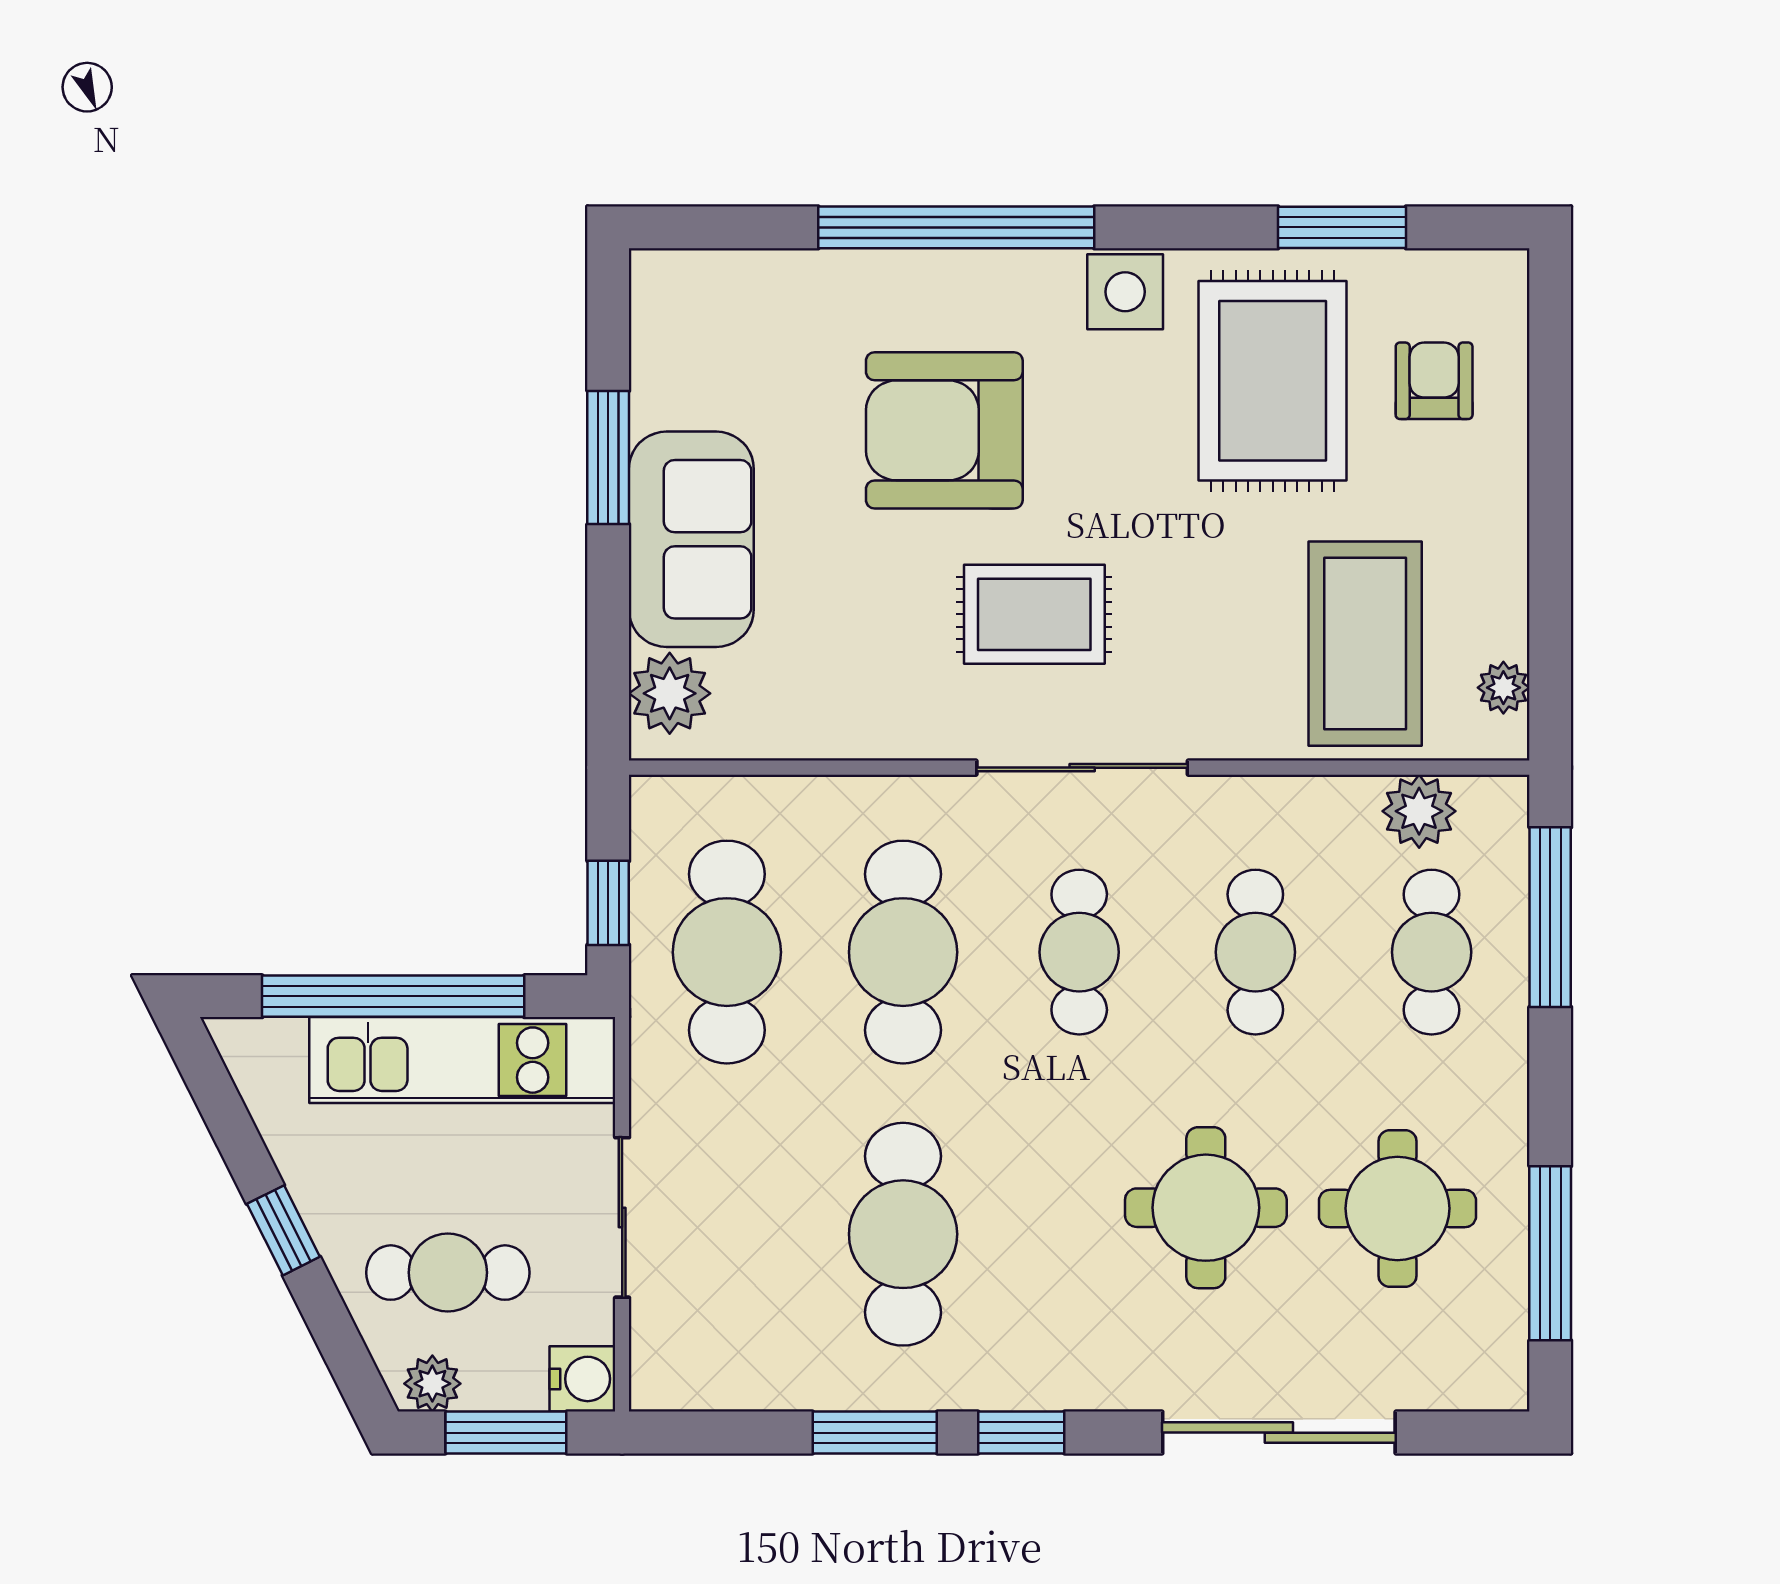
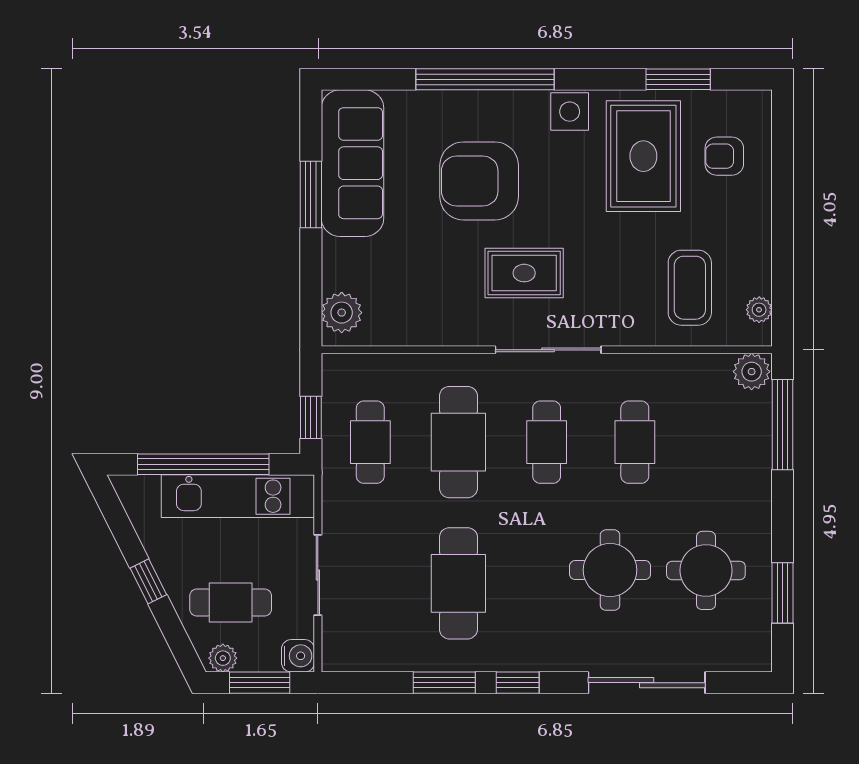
armchair: (1434, 381) -> (724, 156), turned -90
sofa: (691, 539) -> (352, 163), moved, width x1.36
coffee table: (1365, 644) -> (690, 288), width x0.73, depth x0.76
plant: (1419, 811) -> (752, 372), moved
cafe table: (727, 952) -> (370, 442), width x0.73, depth x0.74
cafe table: (1432, 952) -> (723, 442), removed
window: (1550, 1253) -> (782, 593), width x0.69

